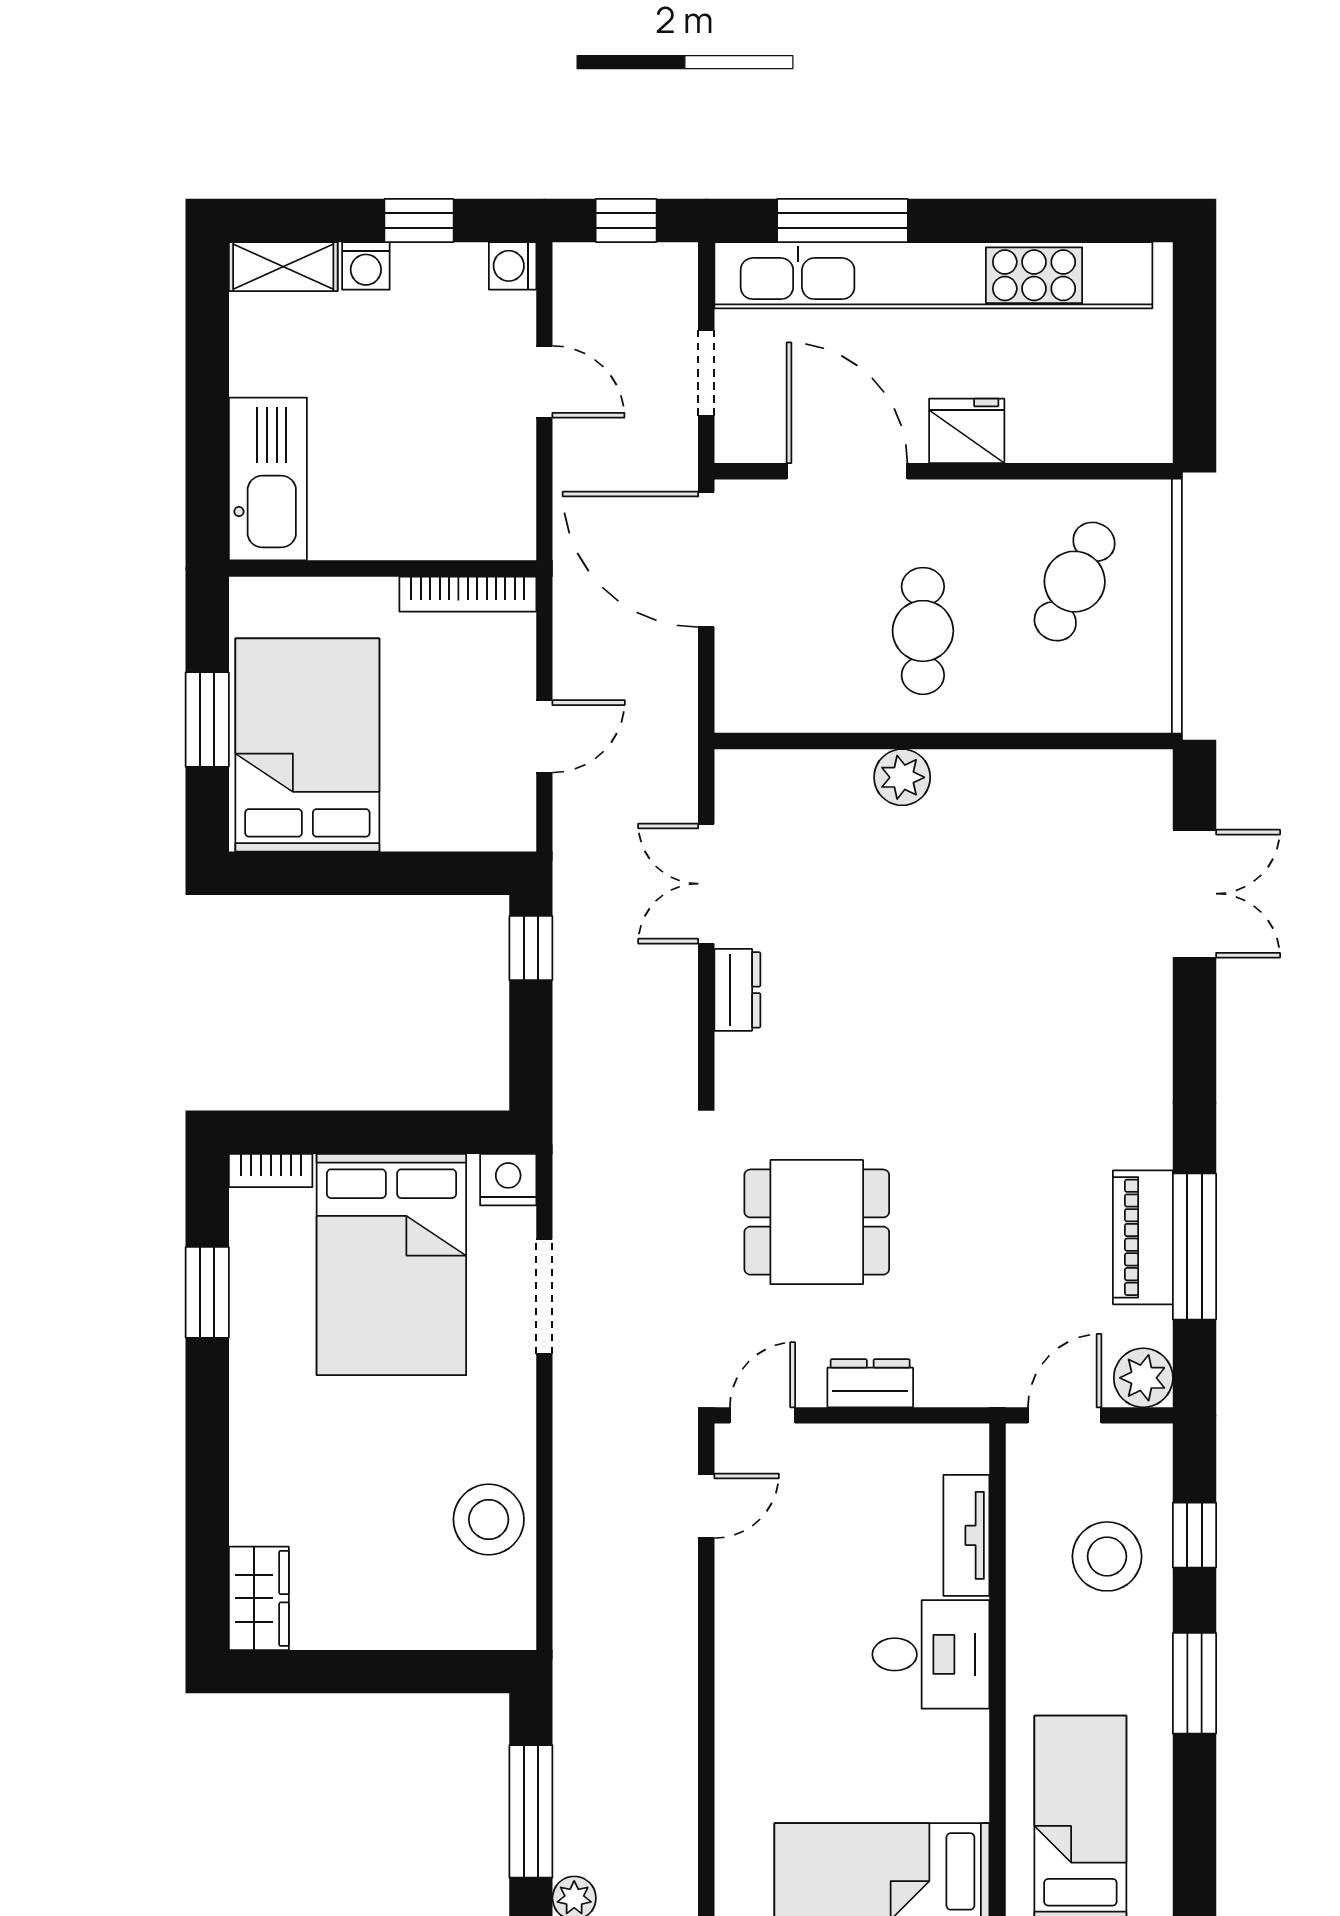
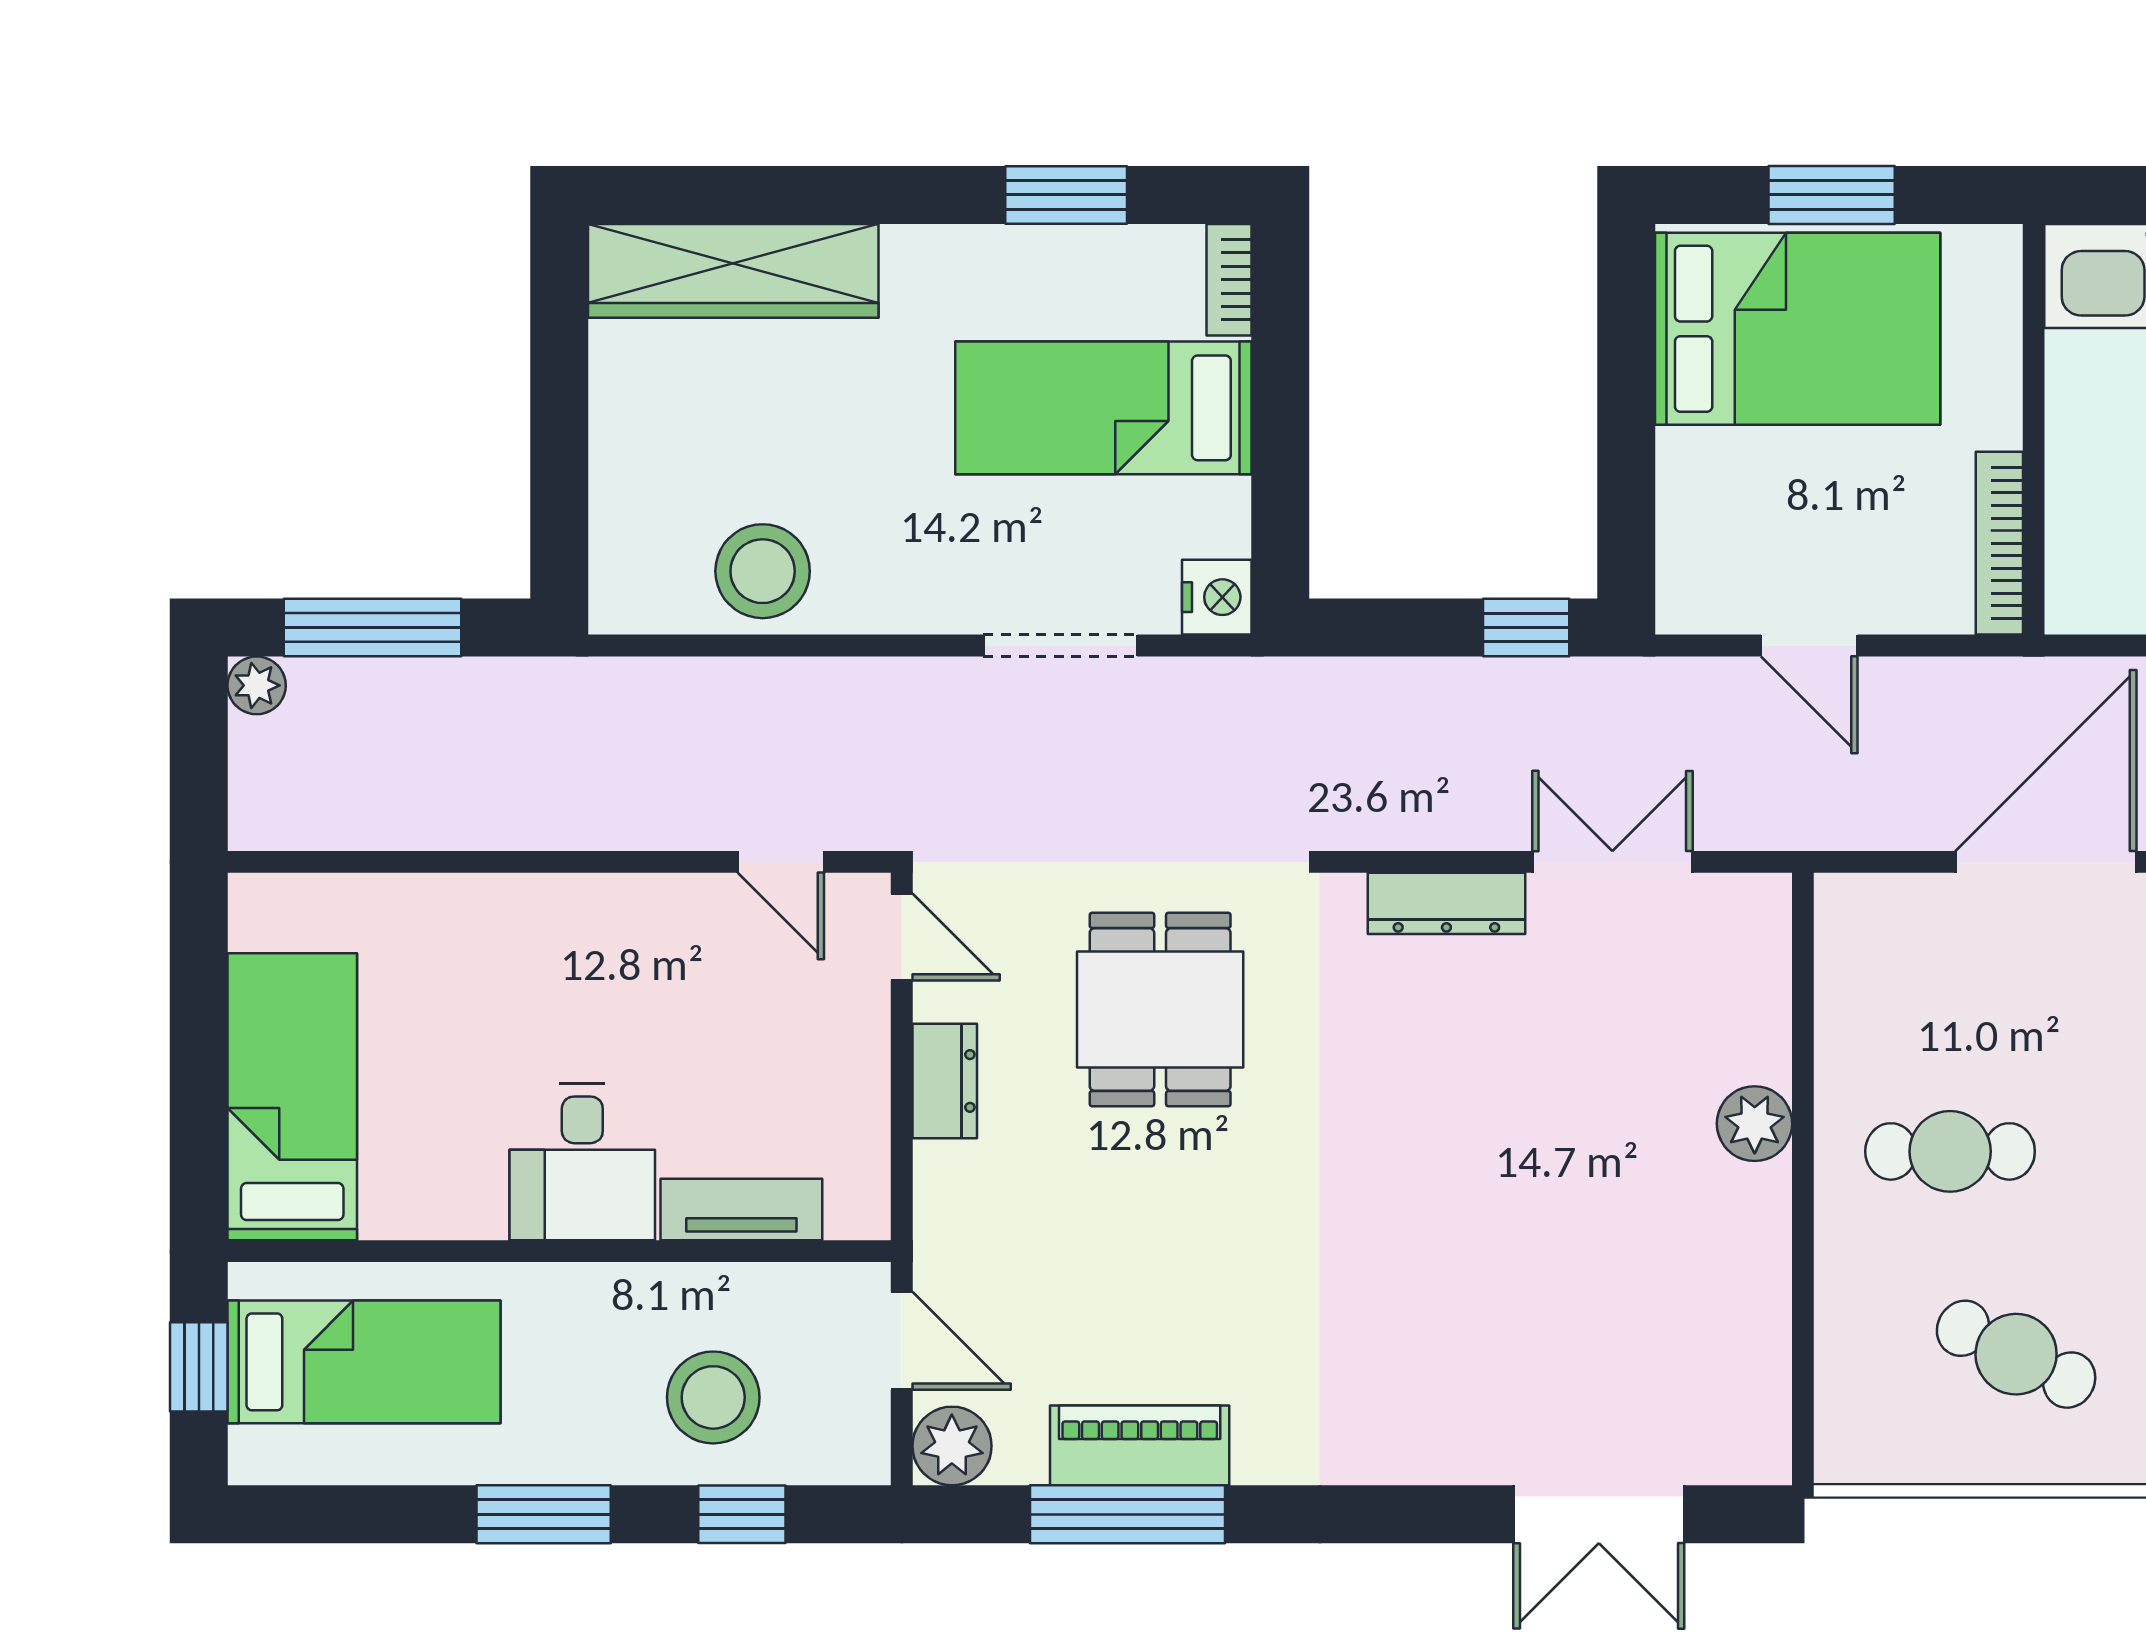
dresser: (737, 990) -> (1446, 903), width x1.44
bed: (391, 1264) -> (1103, 408), width x0.67
wardrobe: (259, 1598) -> (733, 271), width x2.10, depth x1.17

